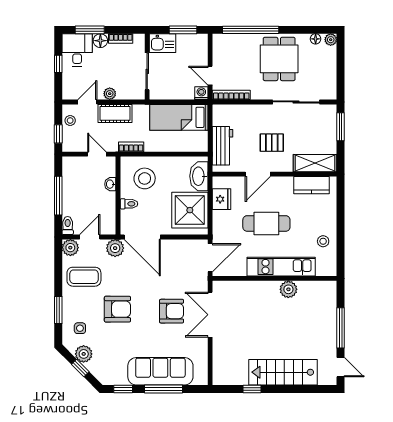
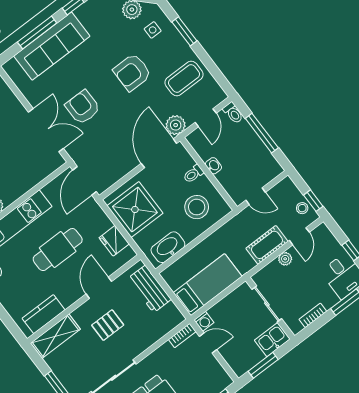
floor lamp: (100, 41) -> (329, 300), removed
bookcase: (231, 95) -> (182, 336), width x0.64
window: (58, 134) -> (313, 201), moved
bookcase: (131, 147) -> (230, 226), removed
washbasin: (199, 176) -> (168, 247), moved, turned -90
washbasin: (110, 184) -> (213, 166), moved
door: (142, 237) -> (159, 153), hinge flipped
plant: (70, 248) -> (216, 95), removed
armchair: (172, 311) -> (83, 107), turned 90

